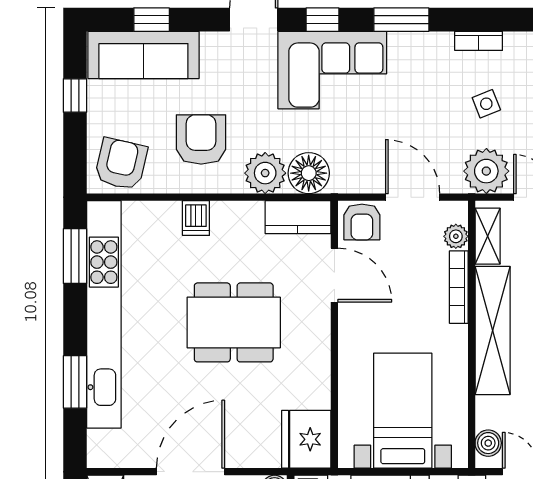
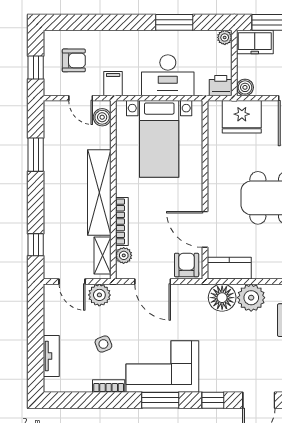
corner sofa: (332, 70) -> (162, 367), moved
plant: (486, 171) -> (99, 295), width x0.73, depth x0.73
fridge: (306, 439) -> (242, 117), moved, turned 90

